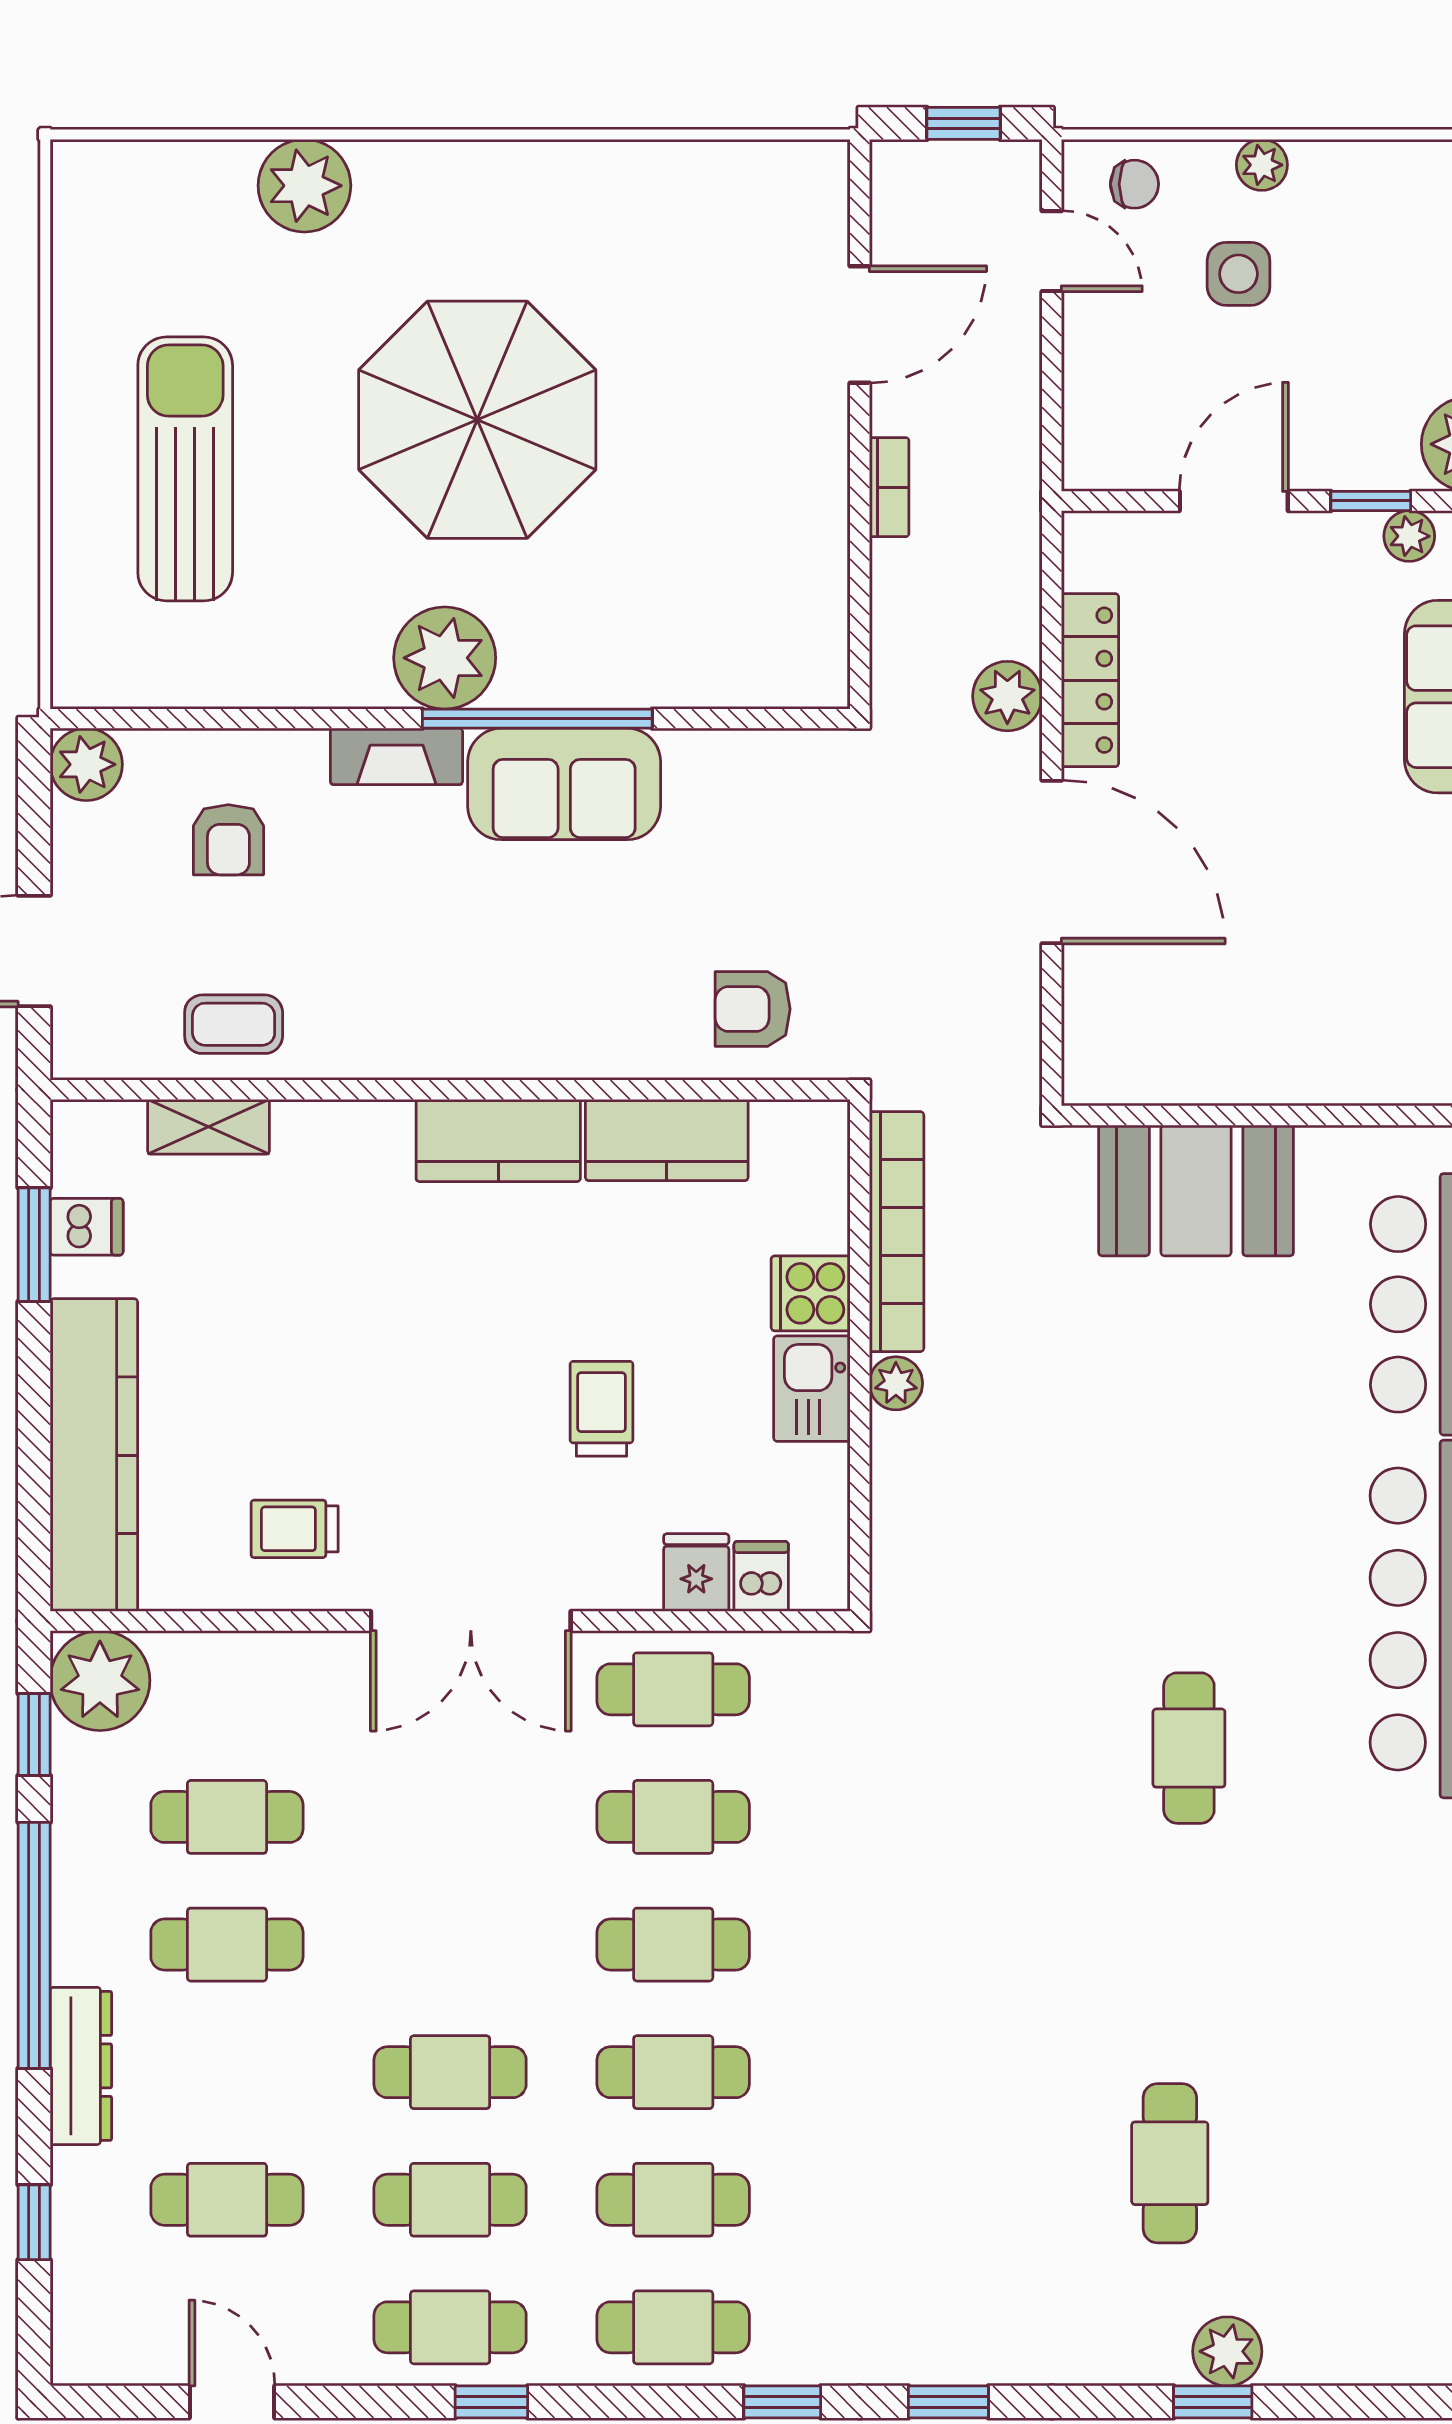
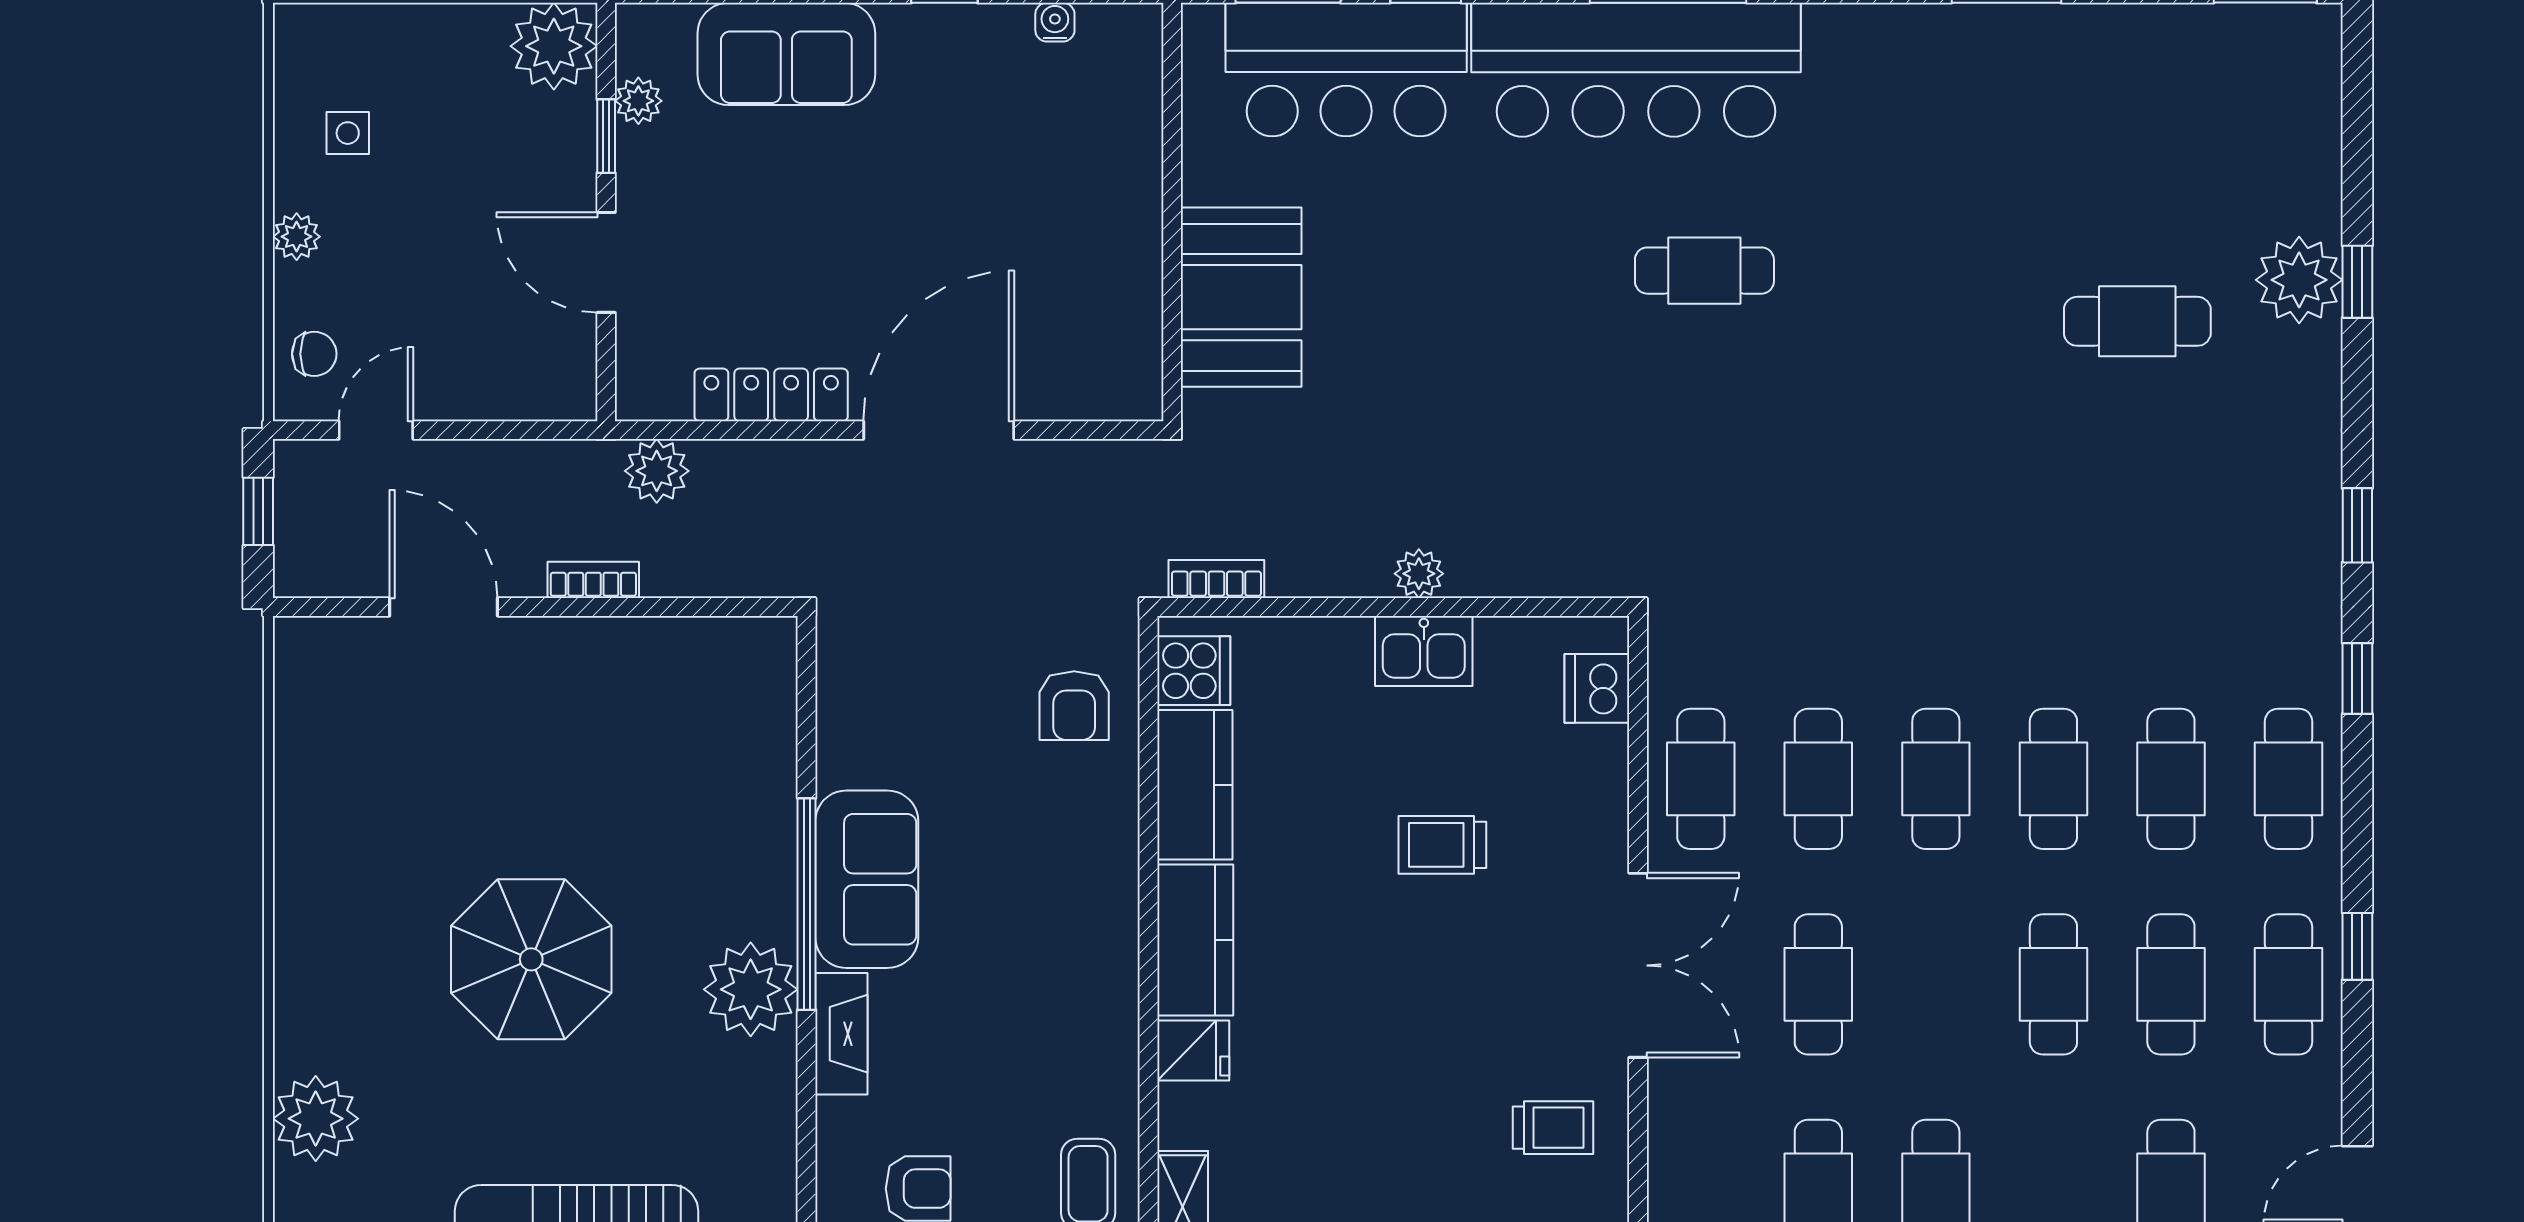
chair: (1134, 184) -> (314, 354), turned 90
side table: (1239, 274) -> (348, 133), moved, width x0.73, depth x0.73
parasol: (477, 420) -> (531, 959), width x0.73, depth x0.73
plant: (1007, 696) -> (657, 471), moved
bookcase: (897, 1232) -> (1216, 579), width x0.43, depth x0.76
cooker: (811, 1293) -> (1194, 671), moved, turned -90
trolley: (295, 1529) -> (1553, 1128), turned -90
fridge: (696, 1573) -> (1193, 1050), moved, turned 180
dishwasher: (761, 1576) -> (1597, 688), width x1.38
cafe table: (1189, 1748) -> (1704, 271), moved
cafe table: (450, 1817) -> (1818, 984), added
plant: (1227, 2351) -> (2299, 280), width x1.36, depth x1.36

